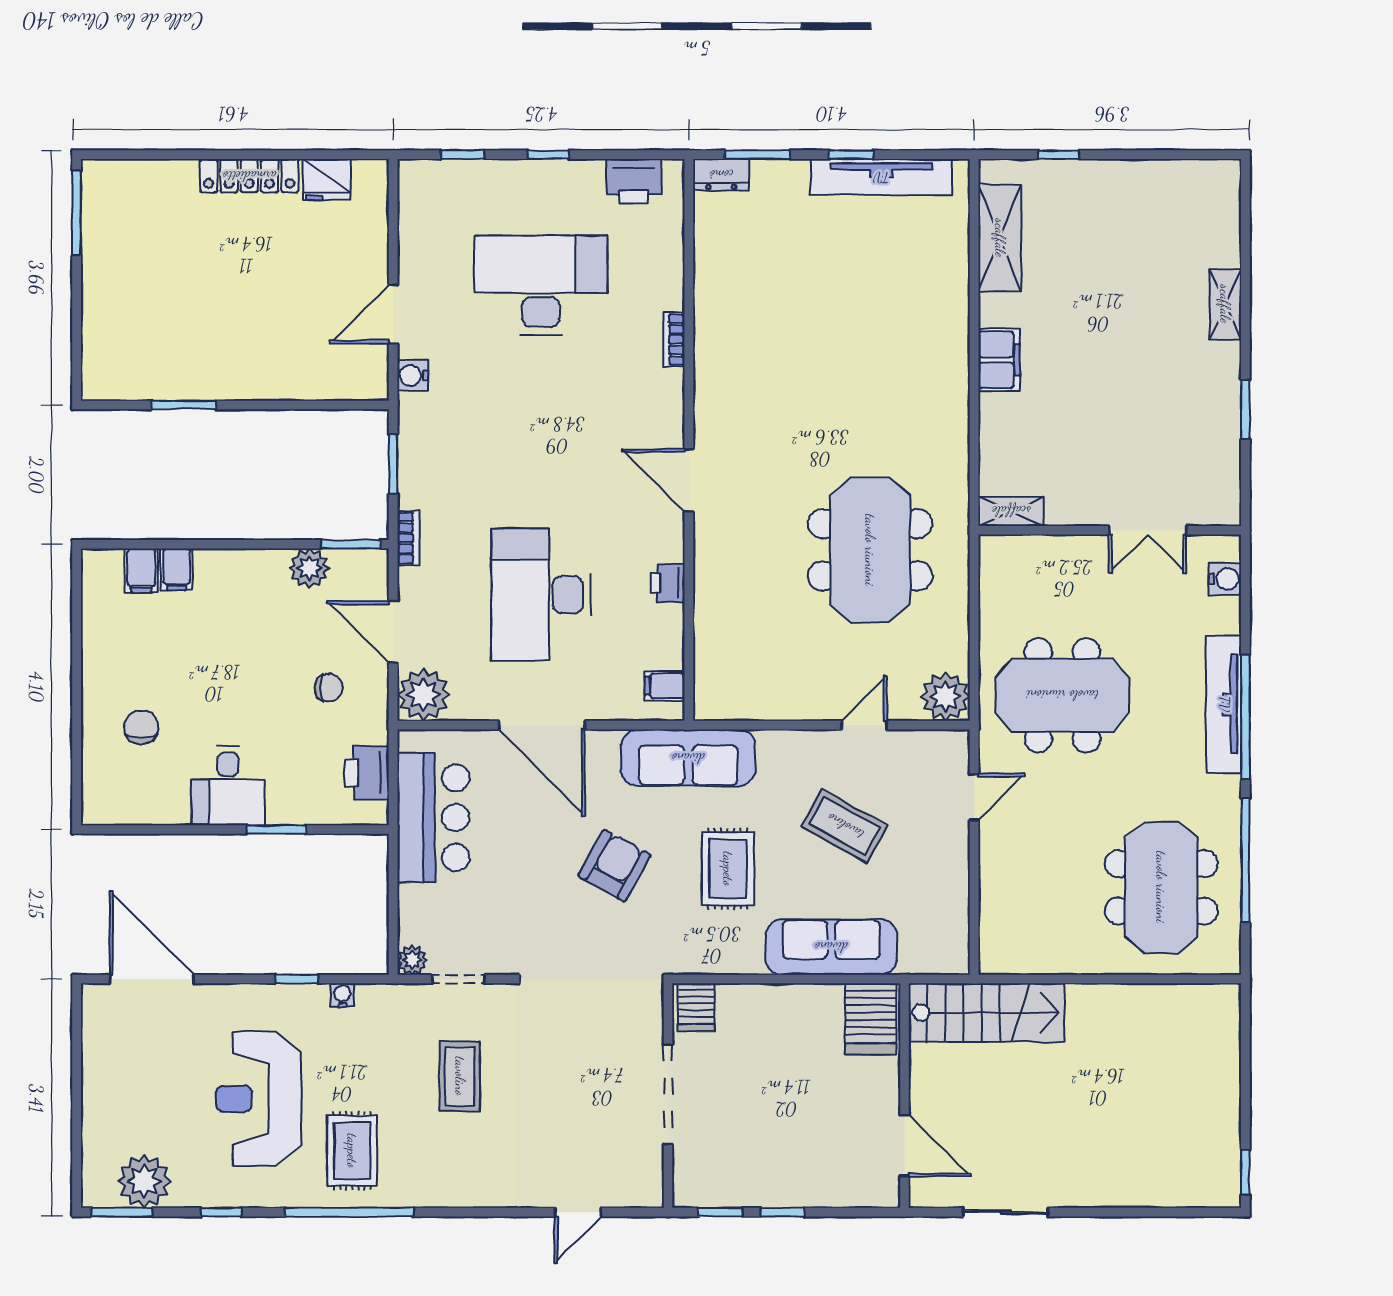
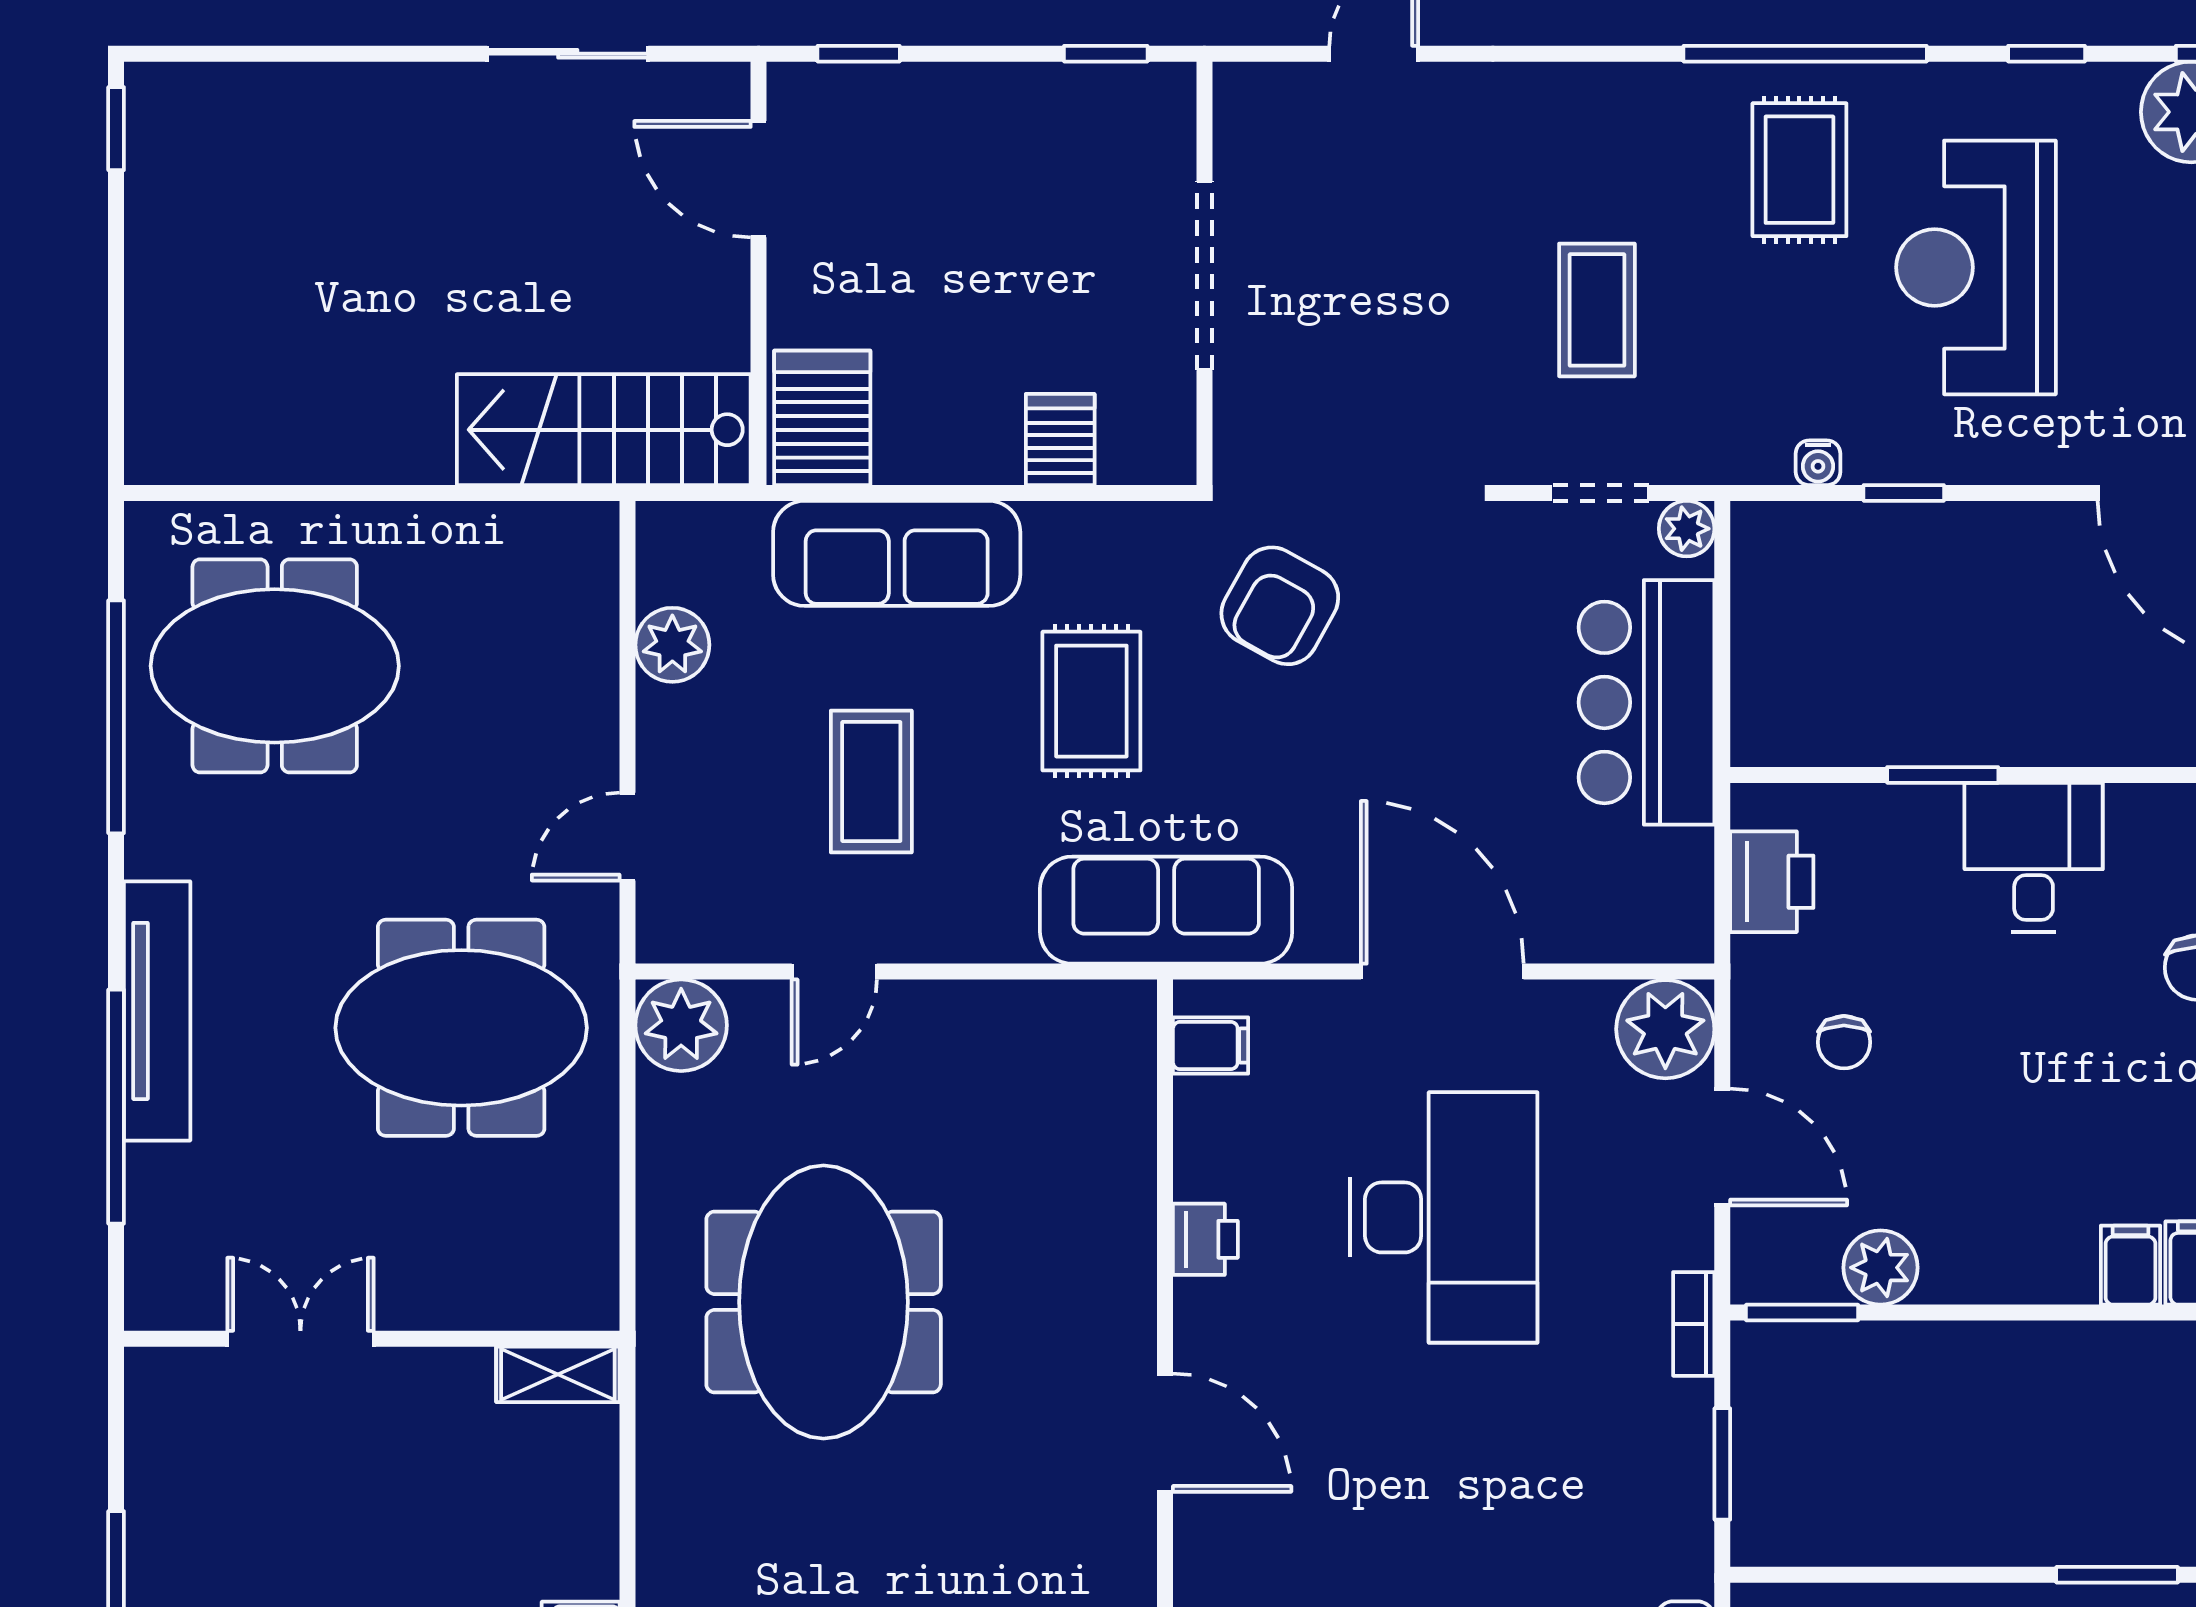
water cooler: (1225, 579) -> (154, 1247), removed
chair: (329, 688) -> (1844, 1042), turned -90
window: (1245, 717) -> (116, 1107), moved
bar counter: (433, 817) -> (1647, 702), moved
coffee table: (845, 826) -> (871, 781), turned 61
armchair: (614, 865) -> (1280, 606), moved
meeting table: (1161, 887) -> (275, 666), turned 90
plant: (950, 898) -> (672, 645), added
server rack: (696, 1007) -> (1060, 440), moved
reception desk: (259, 1099) -> (1976, 267), turned 180
window: (782, 1212) -> (859, 54), moved

